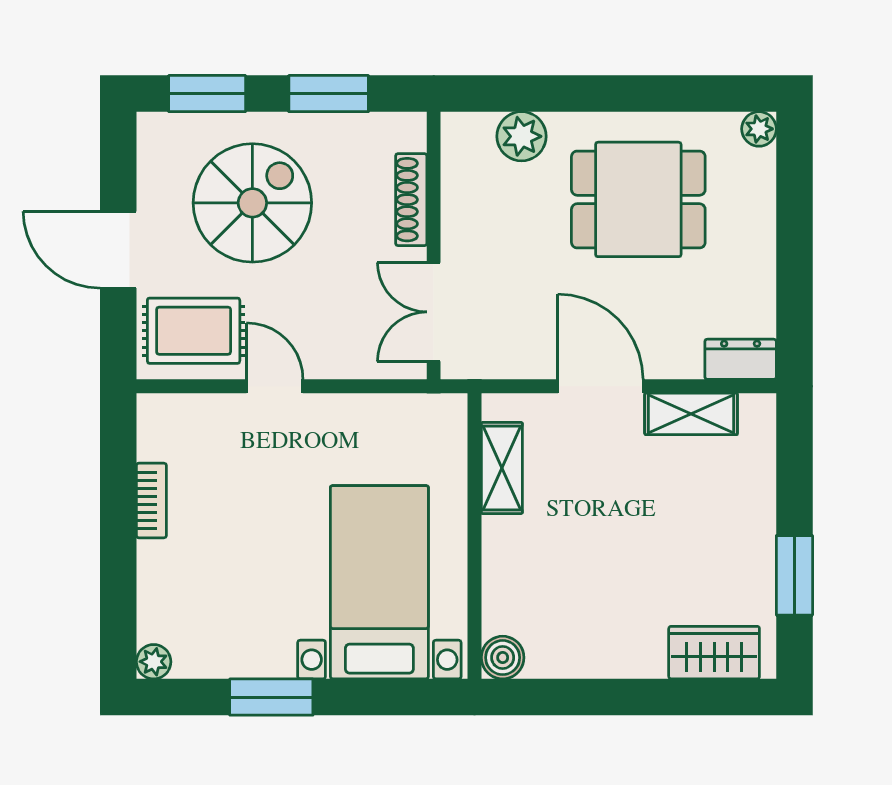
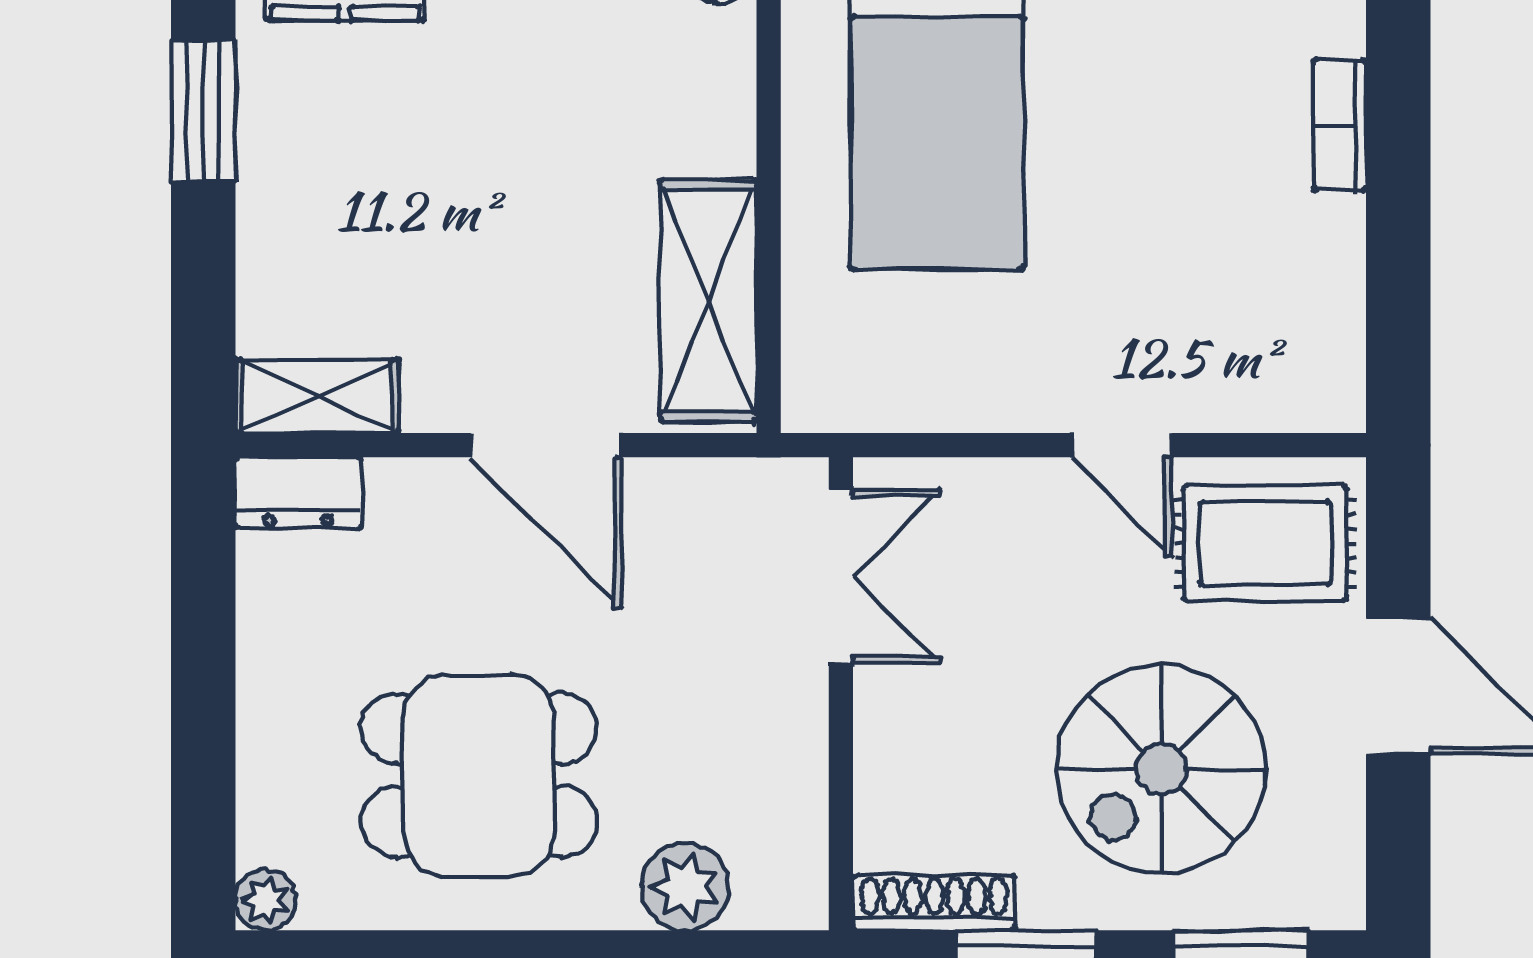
shoe rack: (411, 200) -> (934, 903), moved, turned -90
shelving: (691, 414) -> (317, 396), moved
shelving: (502, 468) -> (708, 301), width x1.50, depth x1.33
bookcase: (151, 500) -> (1340, 125), moved

